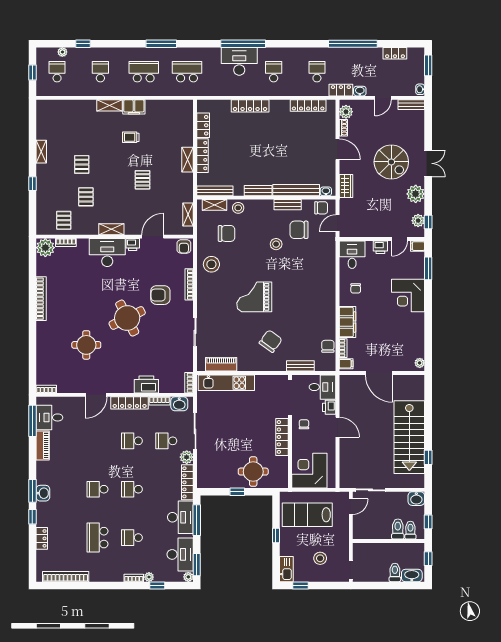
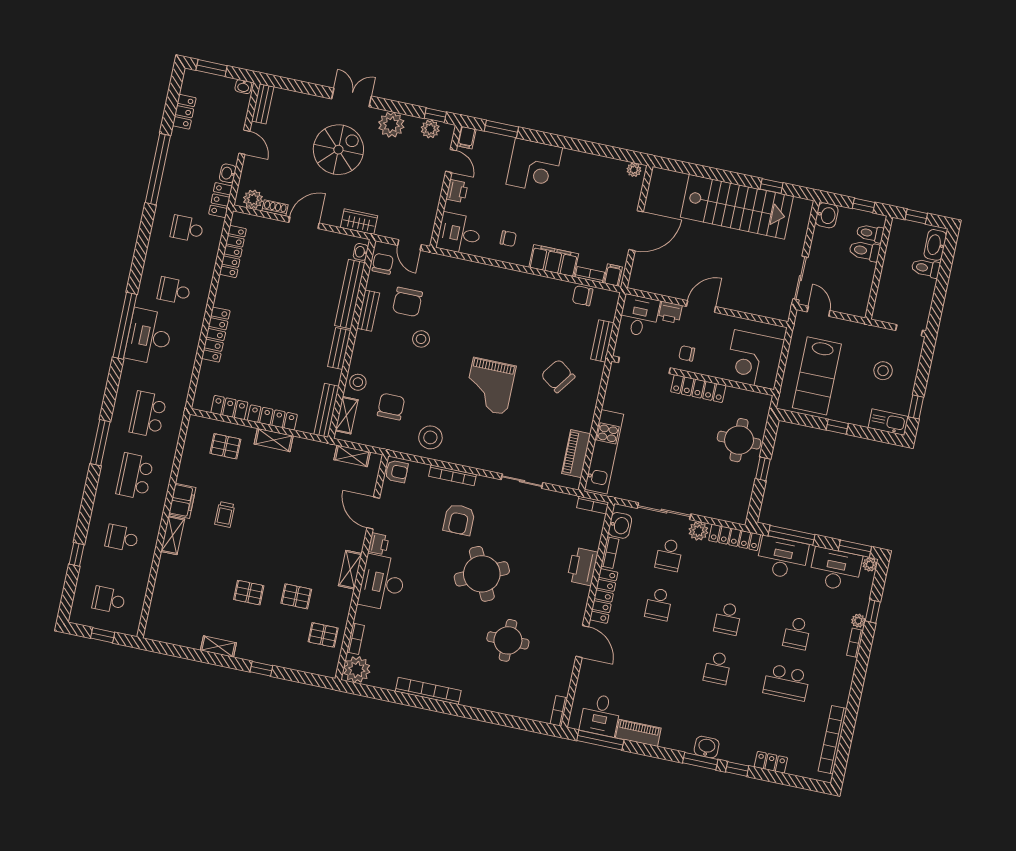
plant: (62, 52) -> (82, 586), removed
pallet: (143, 180) -> (225, 446), moved

